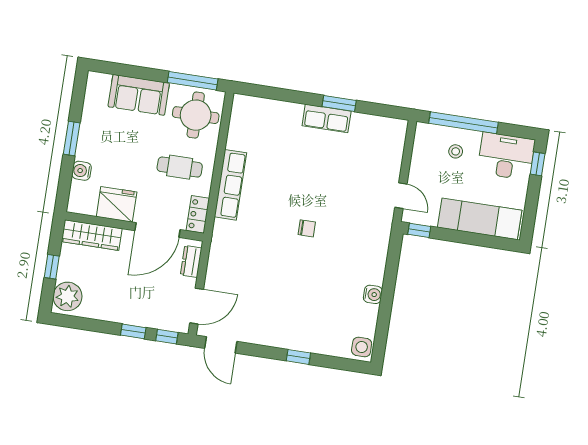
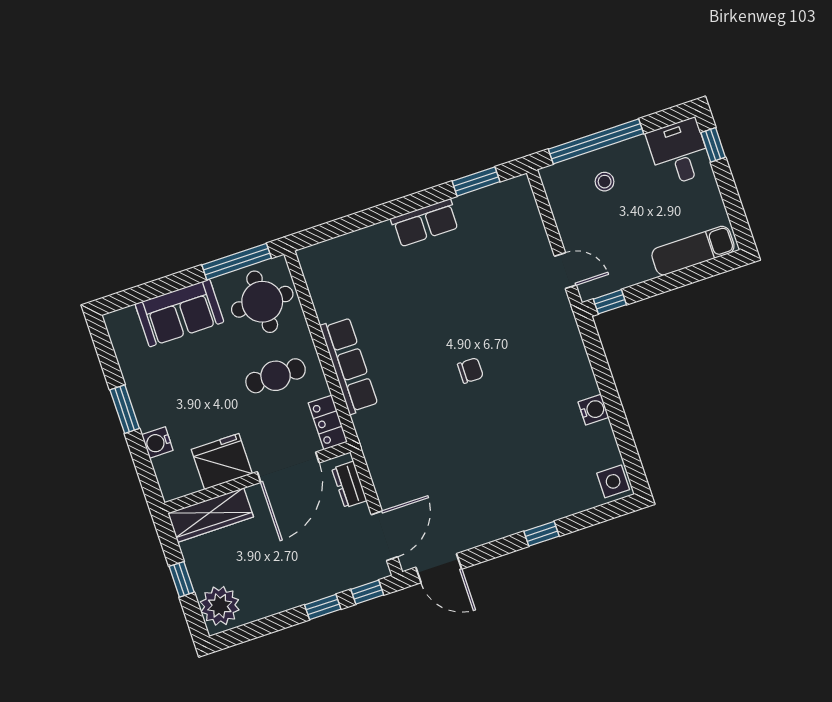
window: (339, 103) -> (476, 181), moved
desk: (506, 156) -> (679, 152), width x0.73
exam couch: (480, 219) -> (693, 251), width x0.73, depth x0.69

